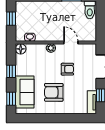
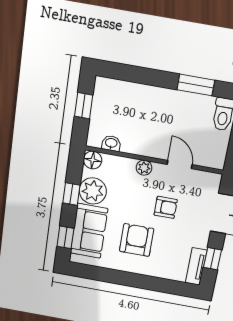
plant: (23, 67) -> (93, 191), added
armchair: (54, 92) -> (137, 240), turned 90

